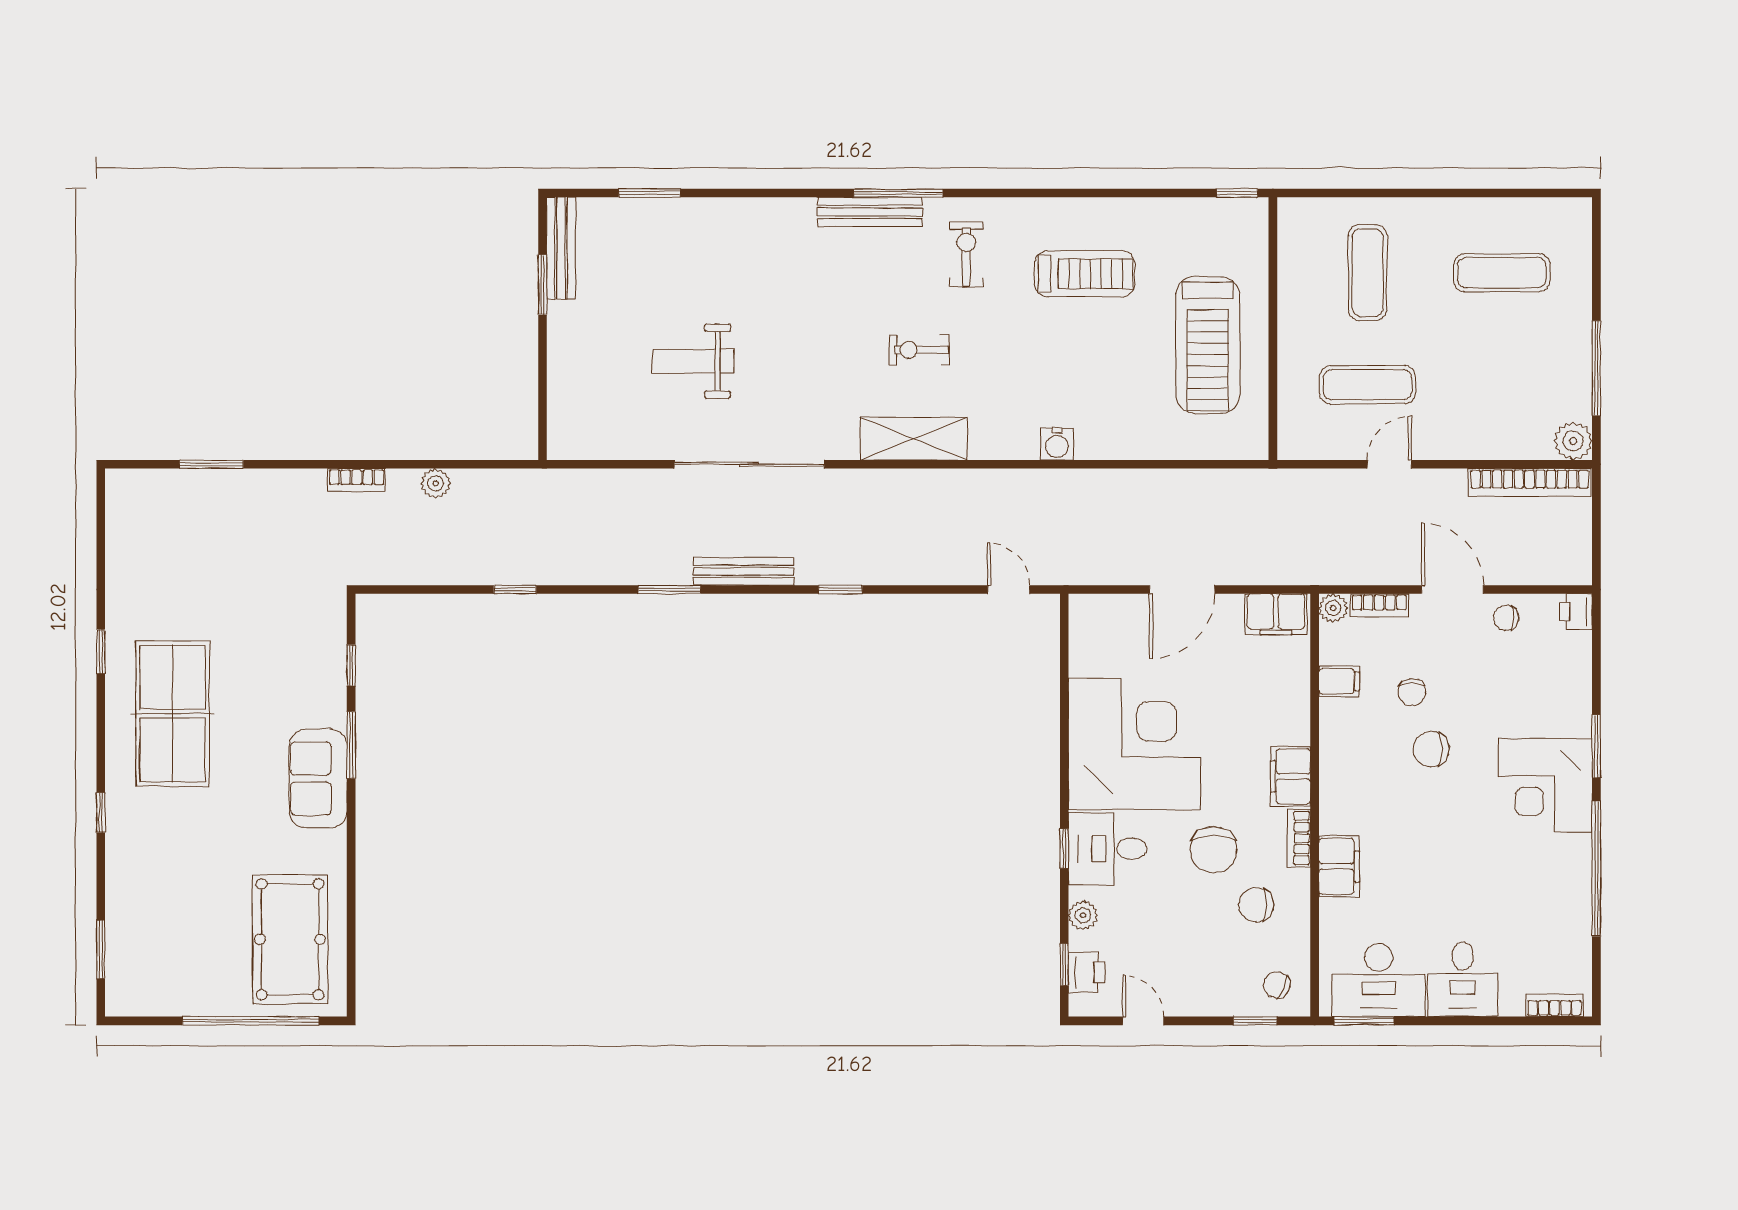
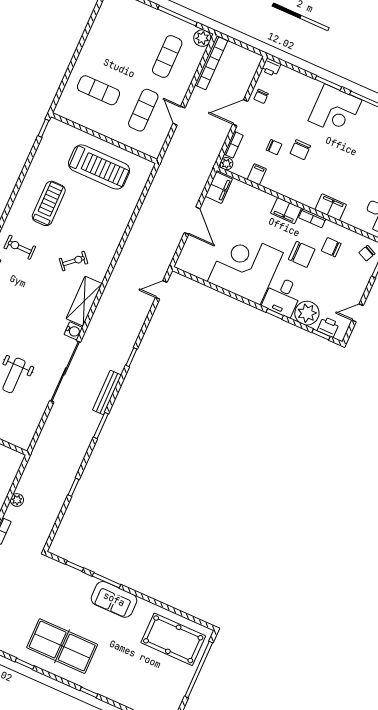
exercise mat: (1502, 273) -> (167, 57), moved
exercise bike: (919, 350) -> (74, 261), moved, turned -131
water cooler: (1057, 444) -> (73, 331), moved
chair: (1256, 905) -> (331, 247), turned 90
plant: (1083, 915) -> (307, 313), width x1.87, depth x1.87

